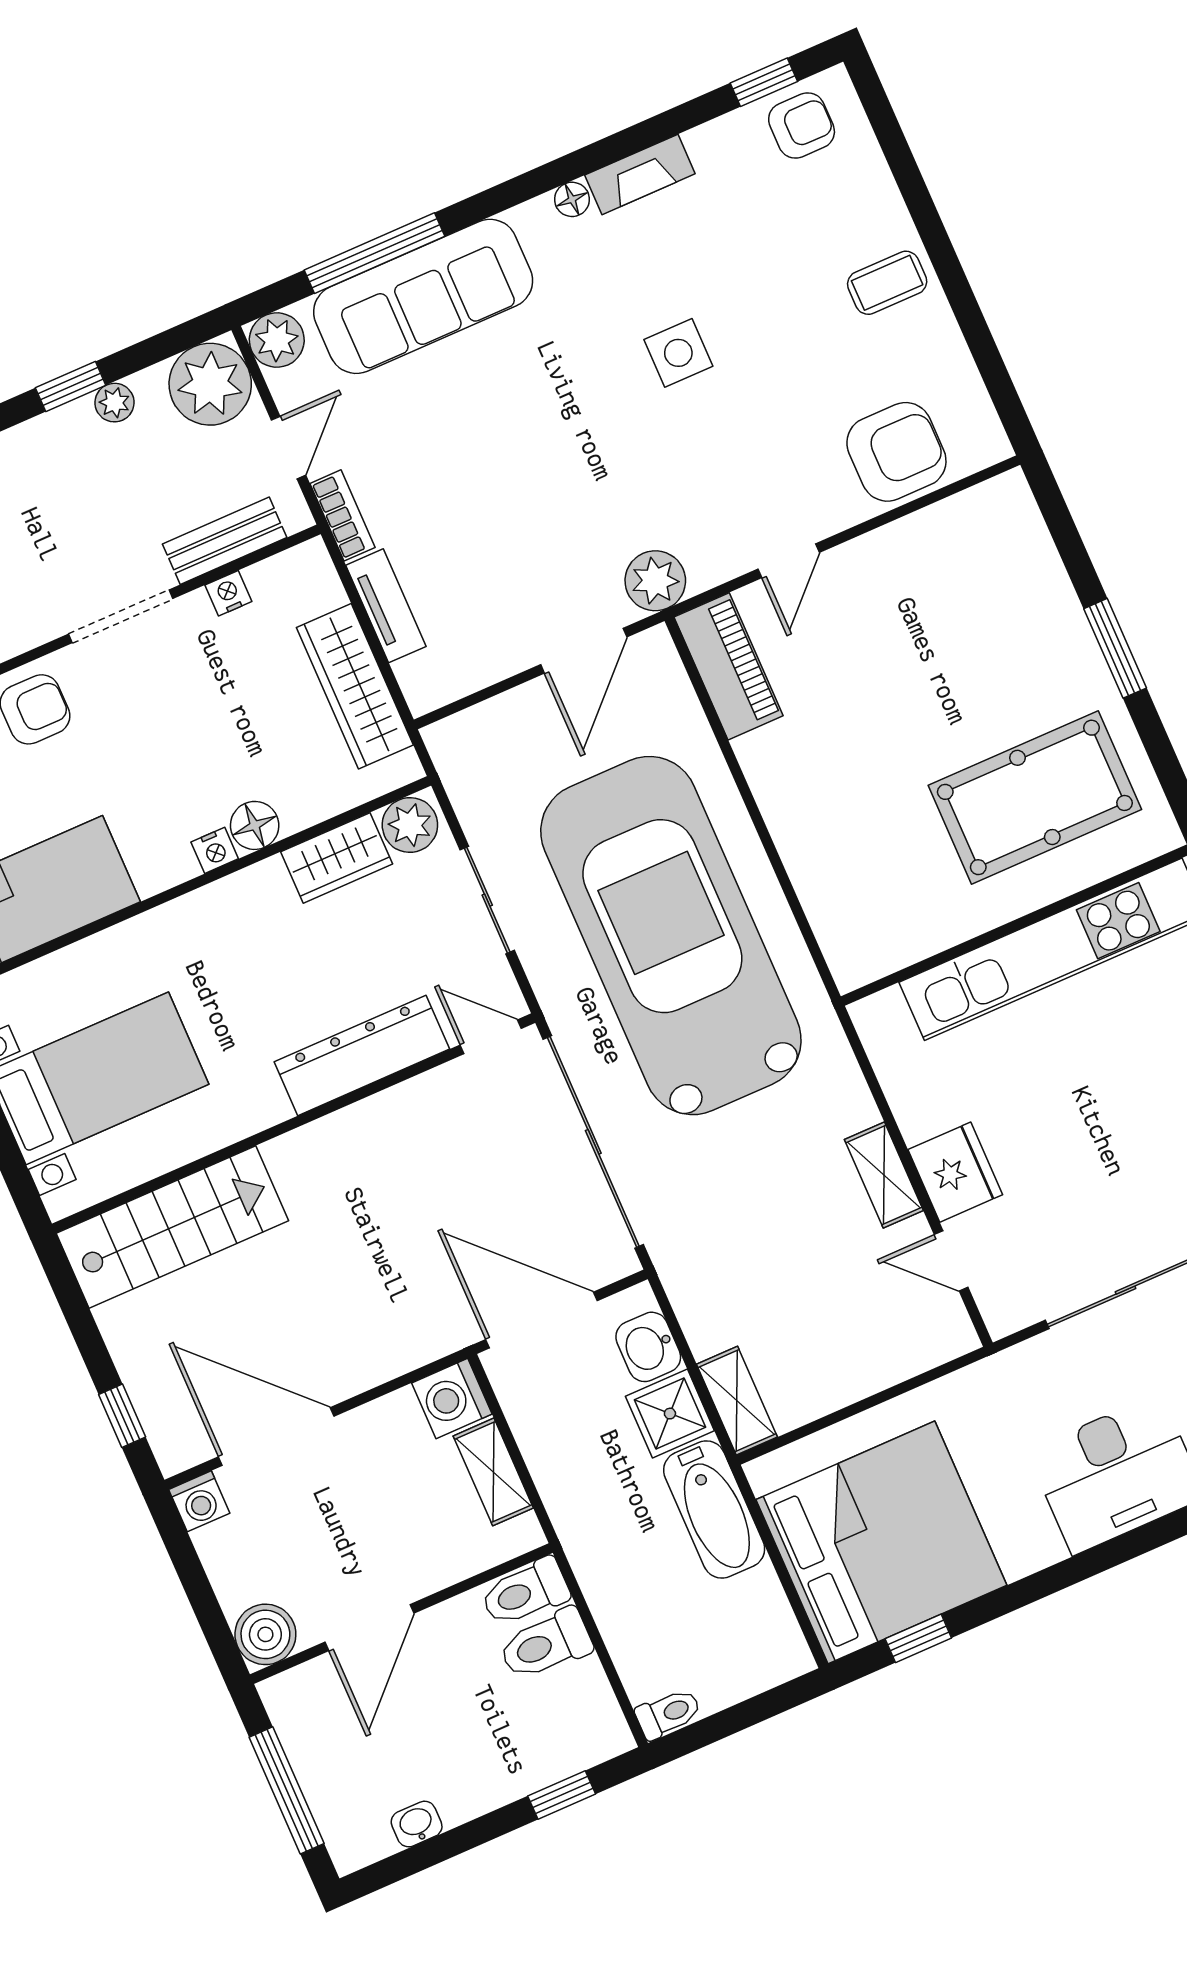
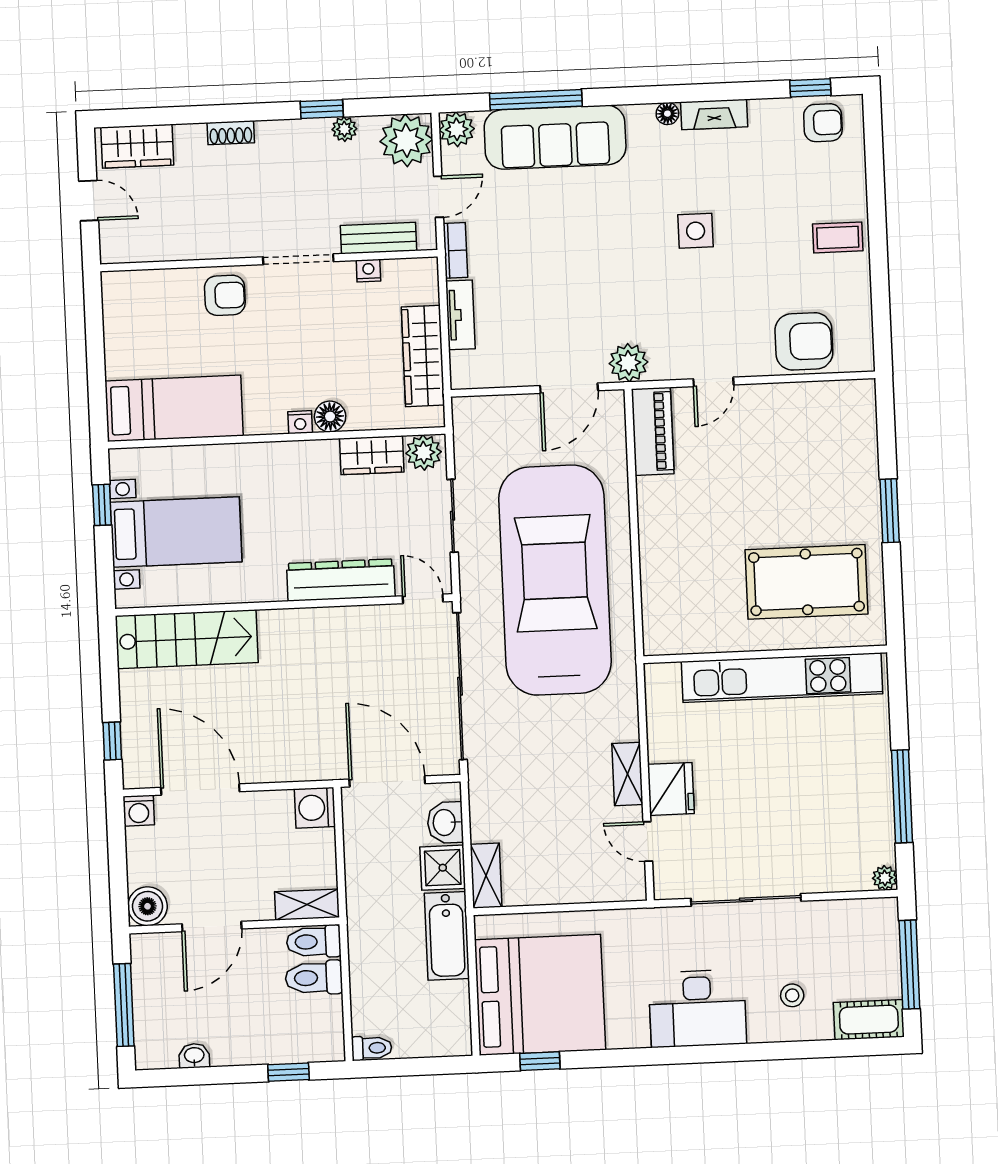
shelving: (493, 1472) -> (307, 905), moved, turned 90

